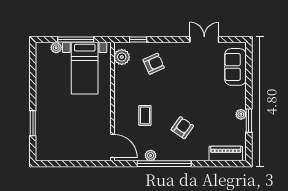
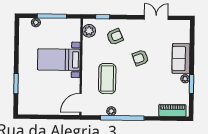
sofa: (235, 67) -> (181, 59), moved
bed with nightstands: (85, 68) -> (59, 60), moved, turned 90
coffee table: (145, 115) -> (107, 79), width x1.86, depth x1.72
armchair: (182, 128) -> (140, 58), moved, turned -146
door: (112, 146) -> (80, 103), swing flipped

